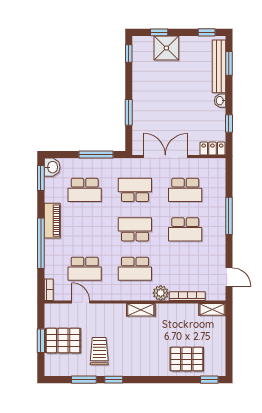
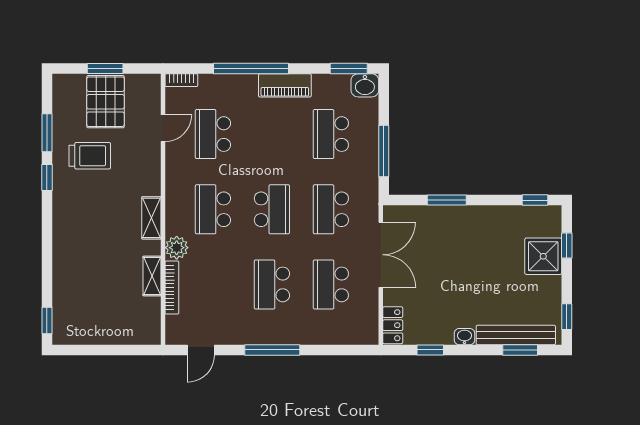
school desk: (135, 190) -> (331, 209), turned 180
window: (229, 216) -> (272, 350), moved
shelving: (212, 309) -> (152, 276), moved
pallet: (187, 359) -> (78, 287), removed

